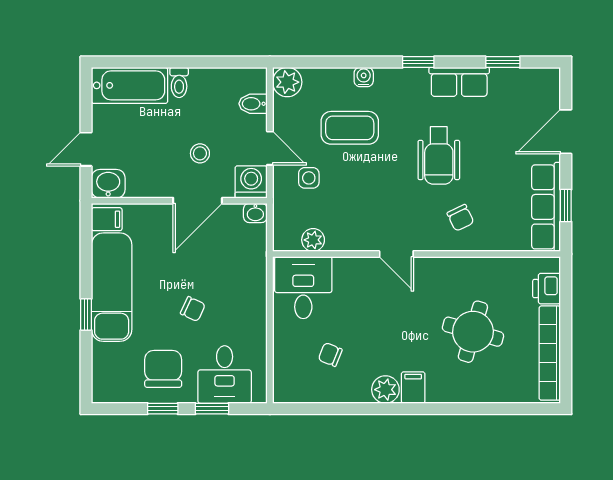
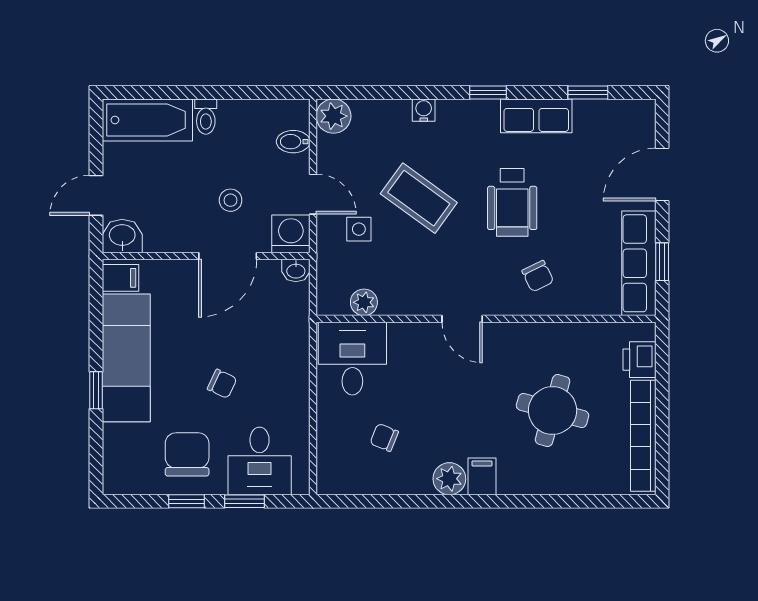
coffee table: (350, 128) -> (419, 198), moved, turned 36

